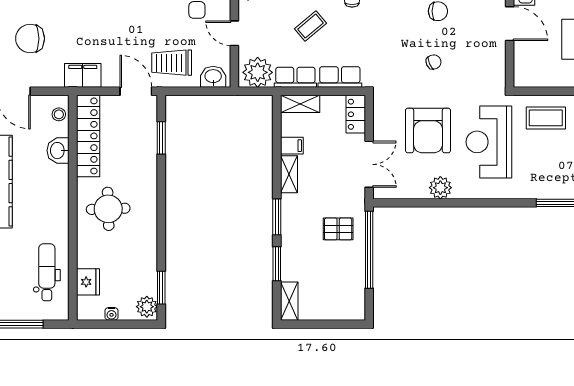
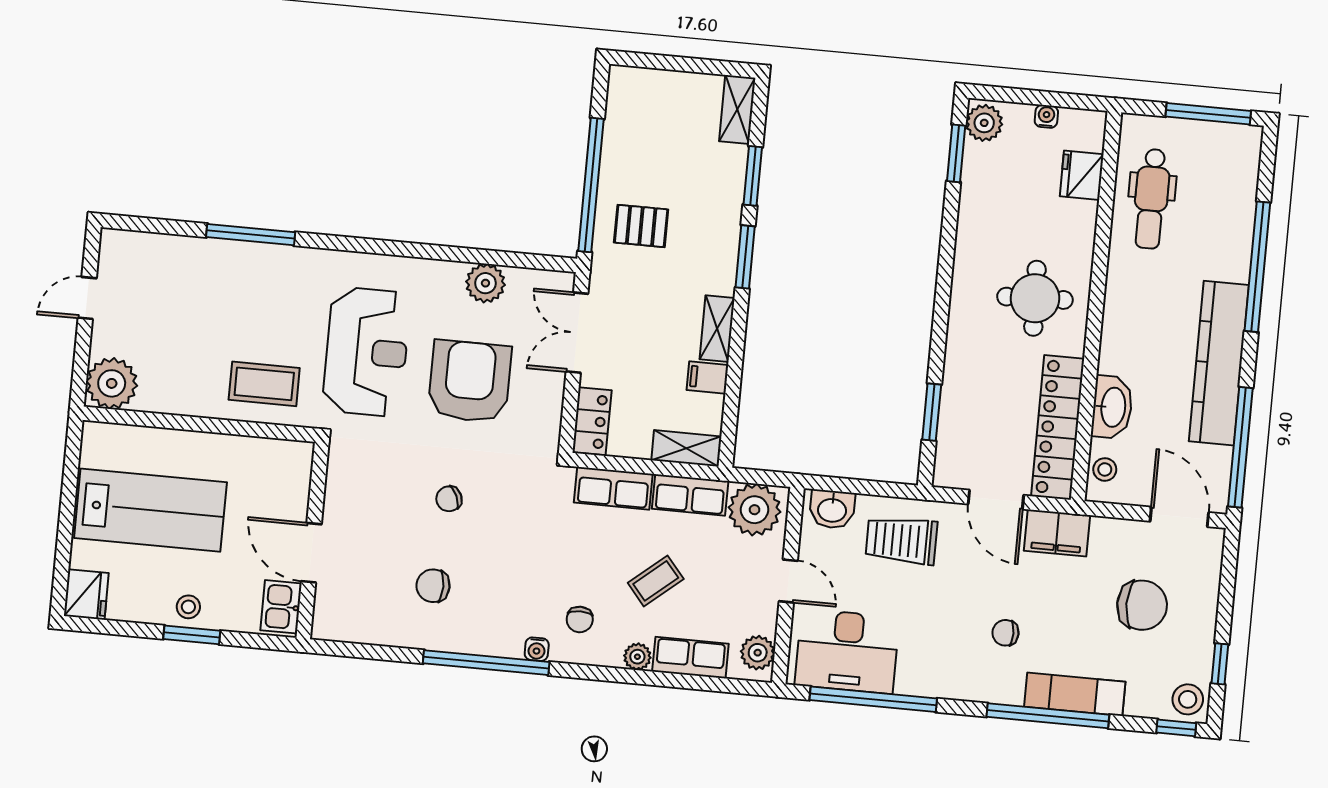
chair: (107, 15) -> (1005, 633), added
trolley: (172, 63) -> (901, 540), turned 180
door: (136, 91) -> (996, 500), moved
washbasin: (58, 151) -> (1112, 407), width x1.38
plant: (440, 188) -> (485, 283), moved

